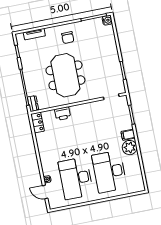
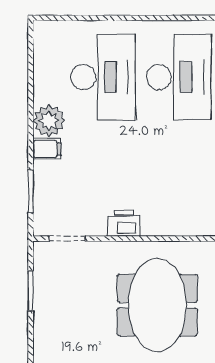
printer: (63, 114) -> (124, 223), moved

